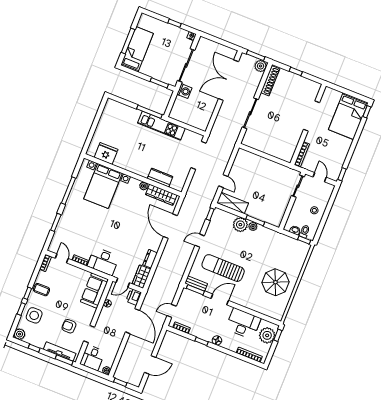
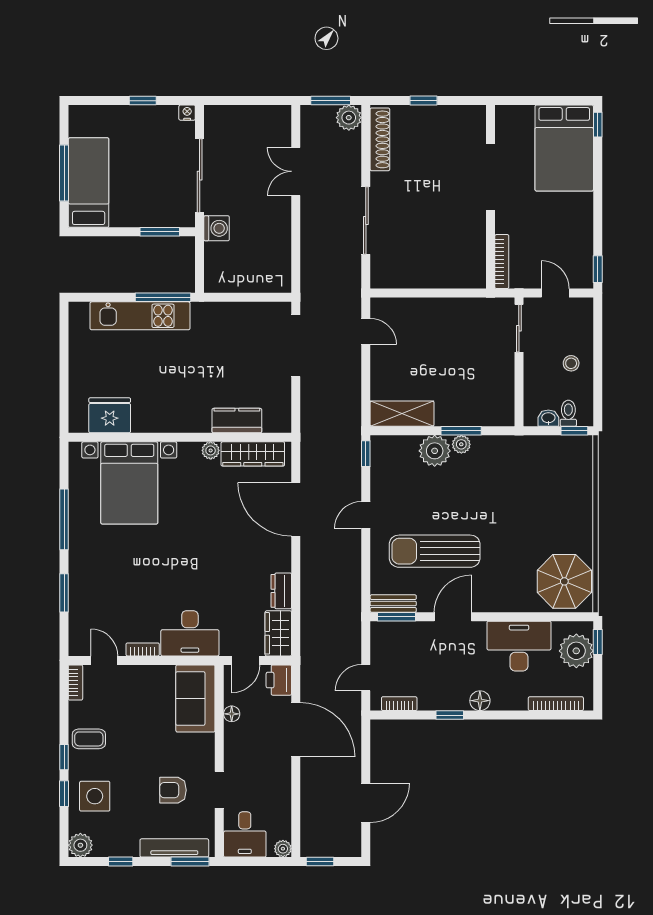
double door: (228, 80) -> (296, 171), width x0.54
kitchen unit: (161, 126) -> (140, 316), moved
door: (223, 181) -> (366, 331), moved
parasol: (275, 282) -> (564, 581), moved

